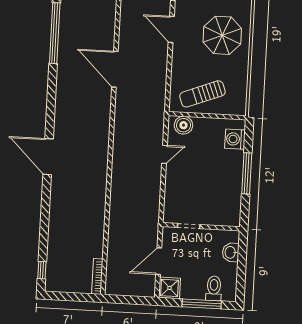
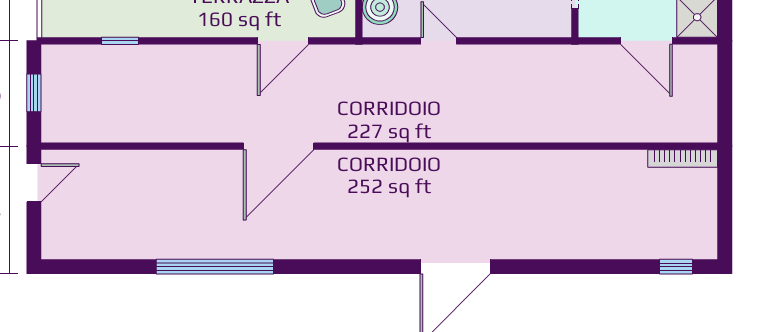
door: (171, 29) -> (283, 41), moved

